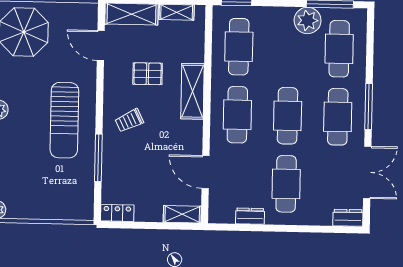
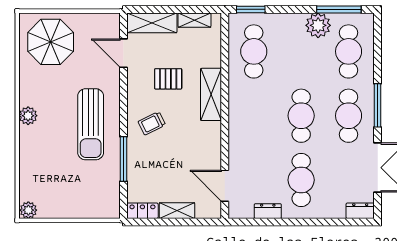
cafe table: (237, 115) -> (254, 116), removed
door: (205, 172) -> (225, 186), moved
shelving: (182, 214) -> (177, 211), moved

